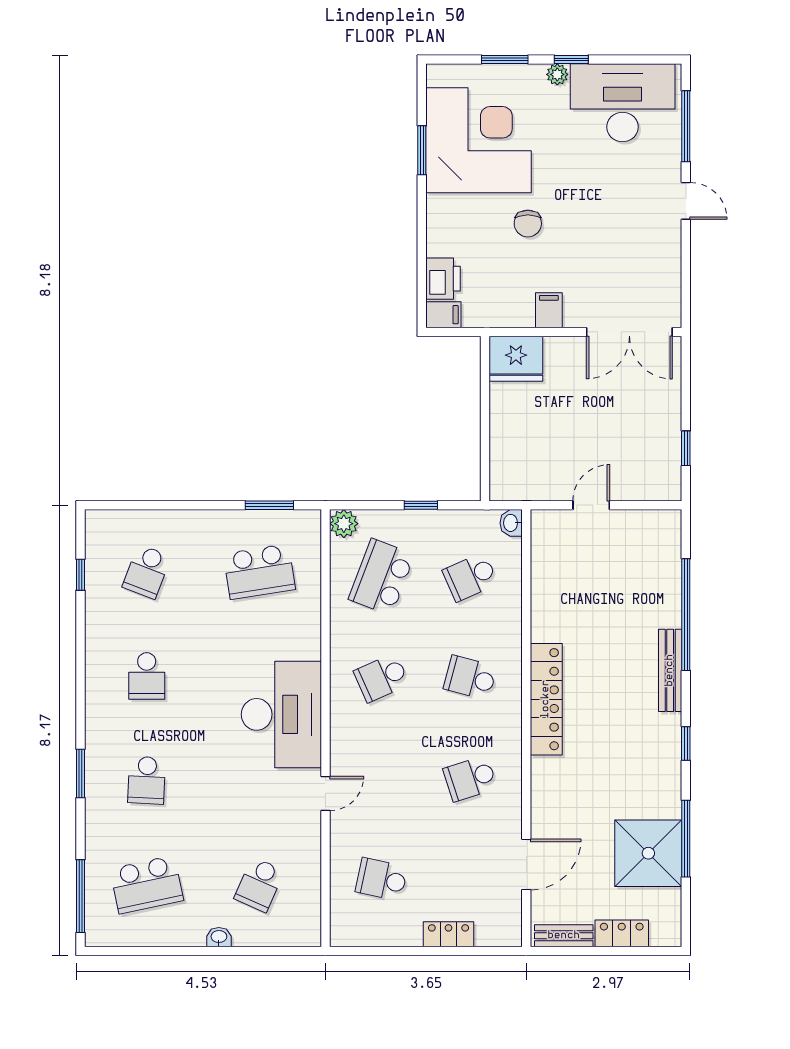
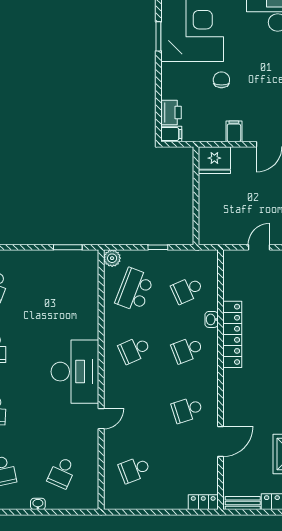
chair: (528, 224) -> (221, 80), turned 180
washbasin: (511, 523) -> (212, 319), moved
school desk: (259, 572) -> (62, 287), removed
school desk: (470, 678) -> (187, 350), turned -36
locker: (546, 699) -> (232, 334), moved
door: (526, 865) -> (221, 441), moved
school desk: (382, 879) -> (134, 470), turned -33
locker: (448, 934) -> (203, 502), moved

